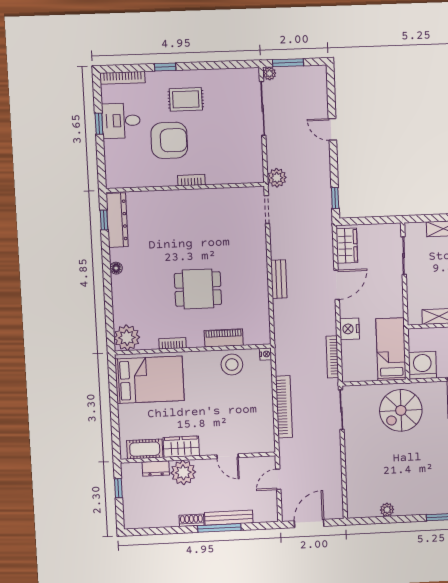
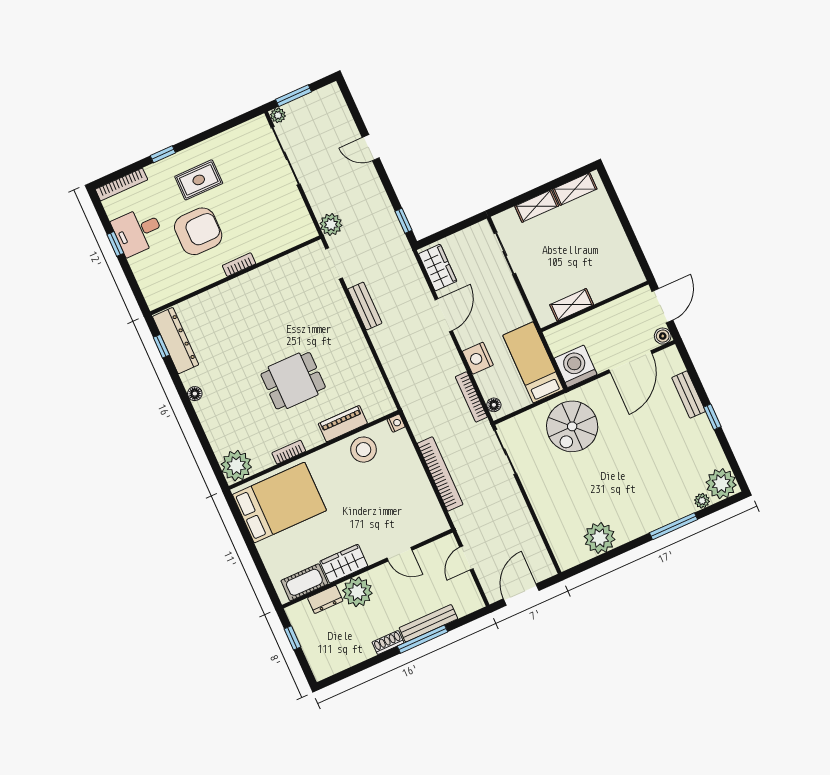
bench: (279, 279) -> (365, 306), moved
floor lamp: (347, 370) -> (494, 405), added
plant: (387, 510) -> (600, 538), width x1.88, depth x1.88

